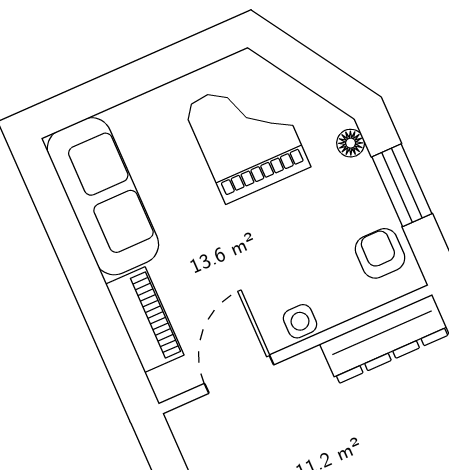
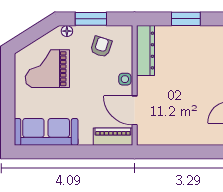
armchair: (380, 253) -> (101, 47), moved, turned 108
piano: (145, 320) -> (113, 137), moved

